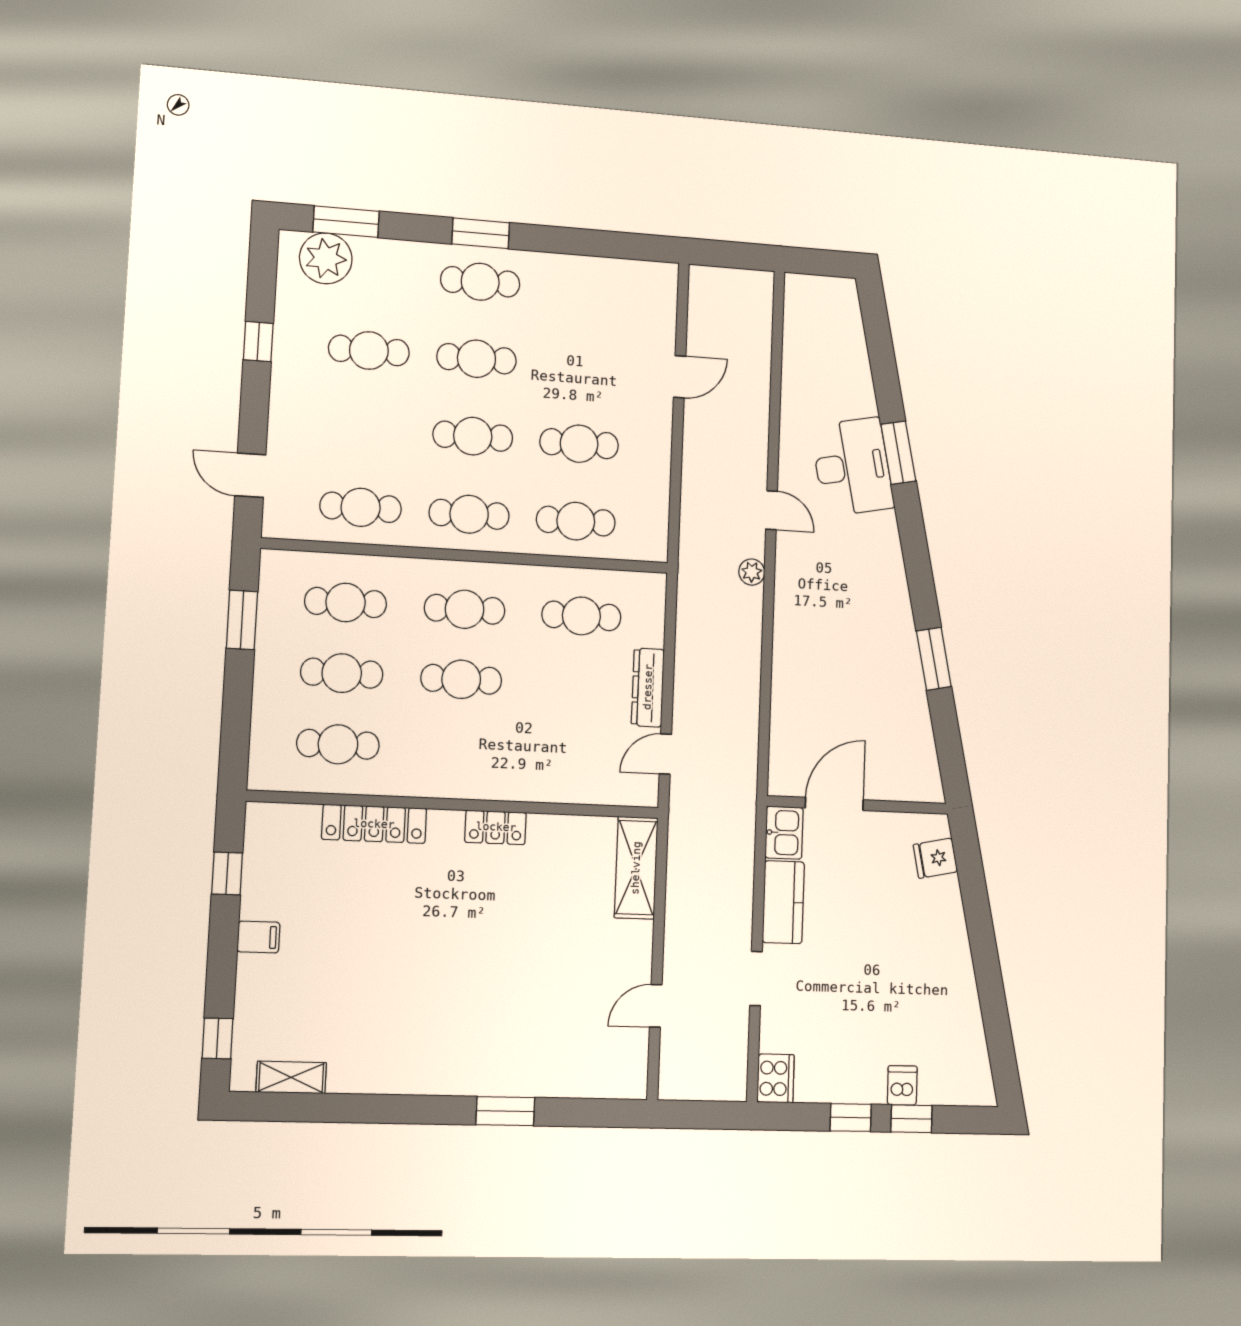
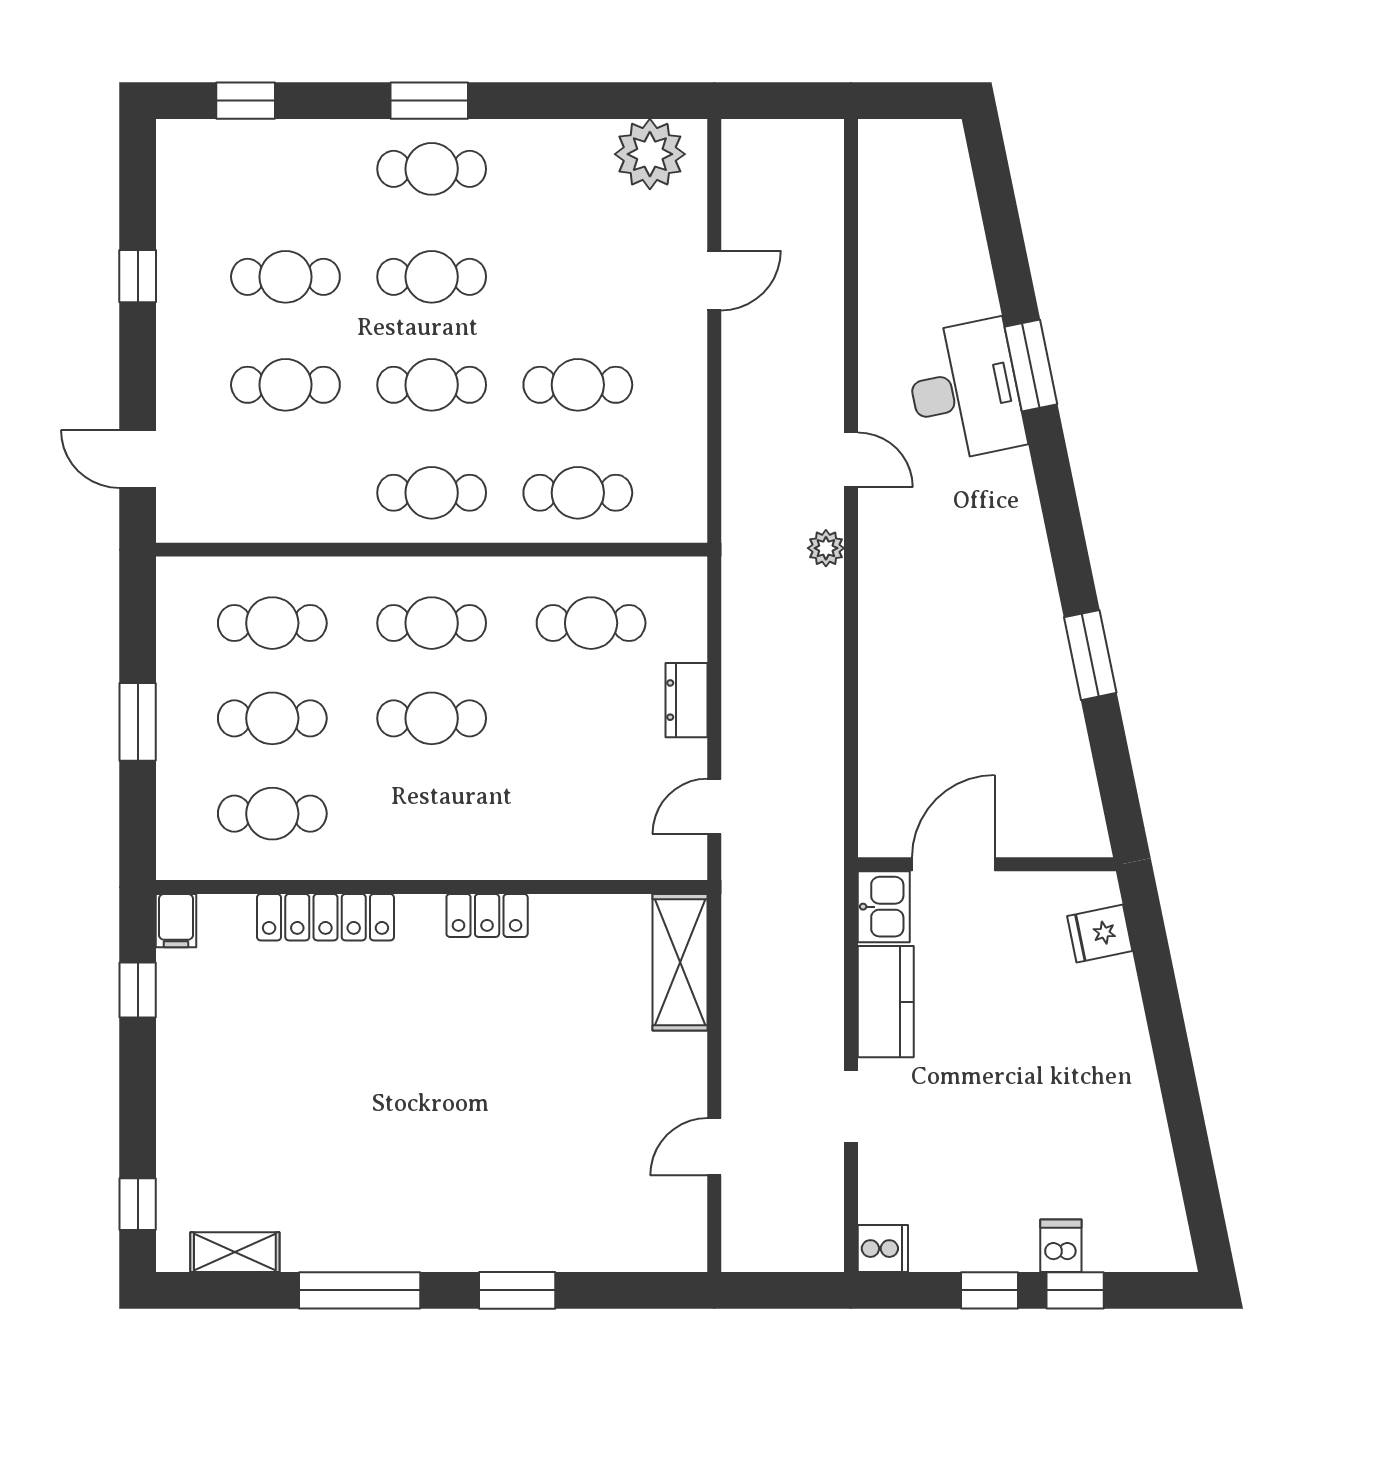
window: (346, 222) -> (246, 101), width x0.67
plant: (326, 258) -> (650, 154), moved
cafe table: (361, 507) -> (285, 385), moved
window: (242, 620) -> (138, 722), moved
dresser: (648, 687) -> (687, 700), width x0.70
filing cabinet: (258, 937) -> (176, 921), moved, turned 90
cooker: (776, 1078) -> (883, 1249), width x0.73
window: (386, 1109) -> (360, 1290), added

